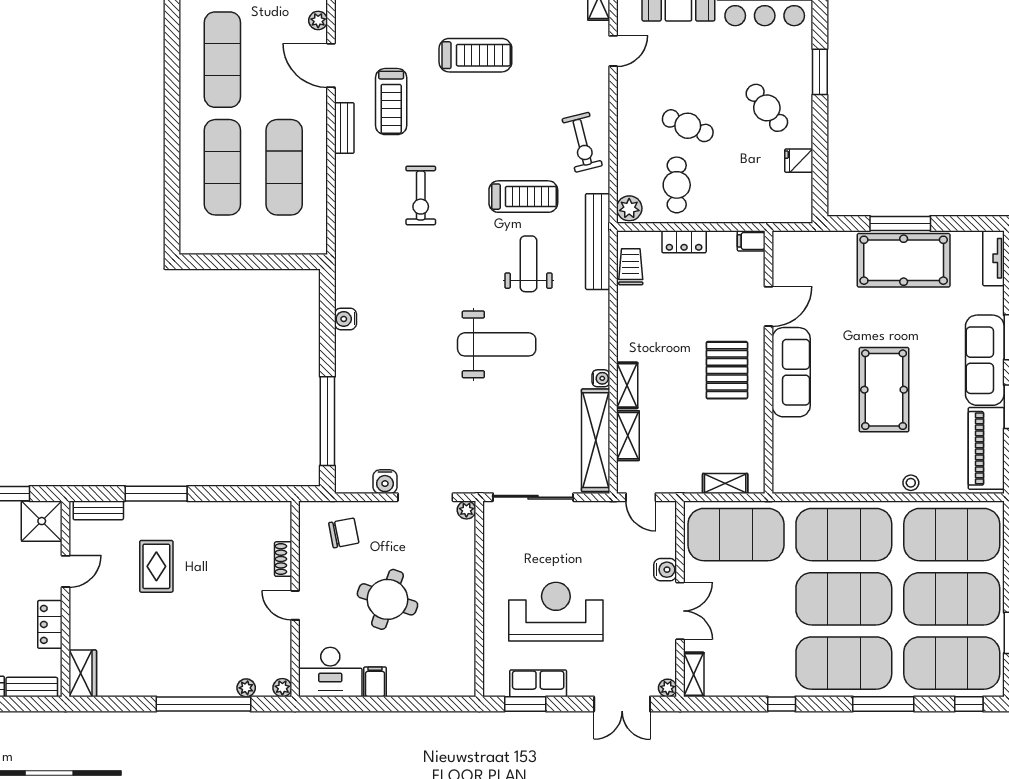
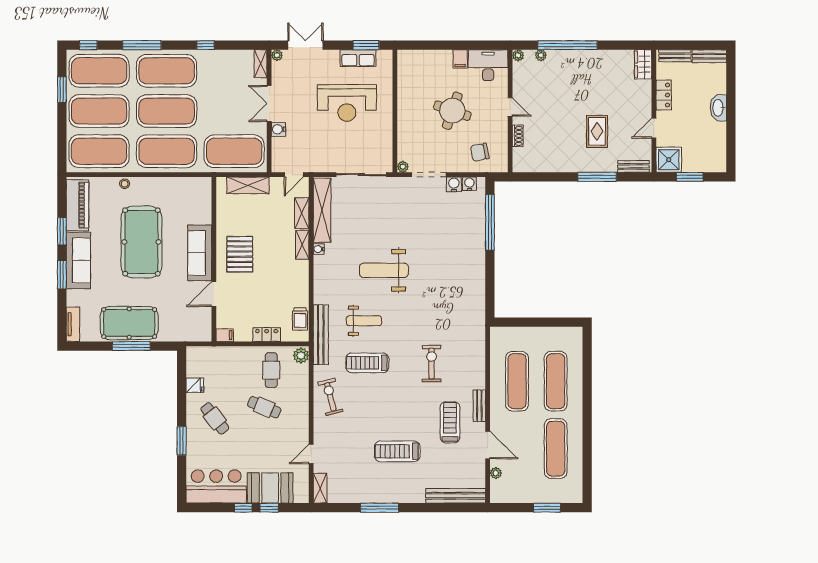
weight bench: (528, 264) -> (364, 321), turned -90
water cooler: (345, 319) -> (469, 184), moved, turned -90
pool table: (884, 390) -> (141, 242), width x1.36, depth x1.32
shelving: (725, 484) -> (248, 185), width x1.50, depth x1.33
door: (641, 497) -> (294, 175), swing flipped

